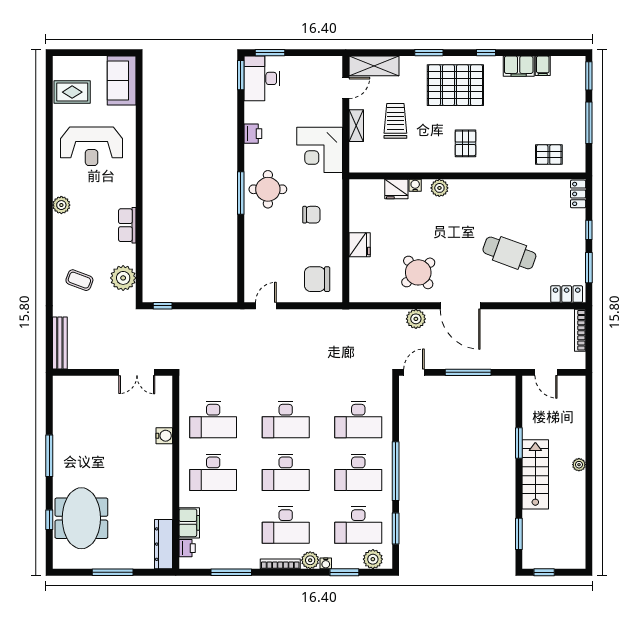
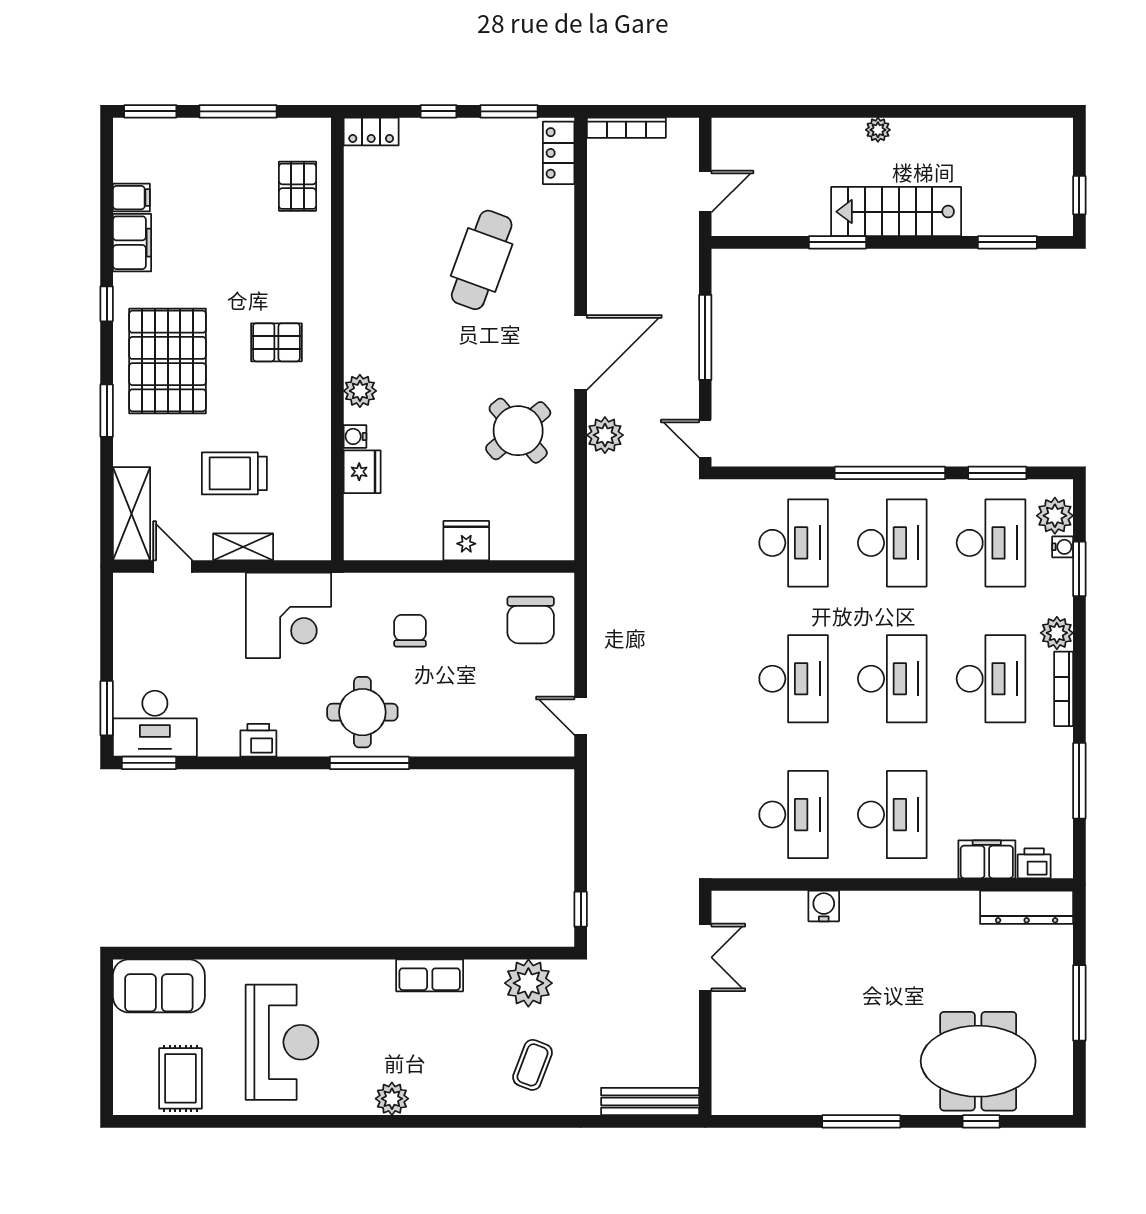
water cooler: (326, 563) -> (1063, 547), moved

